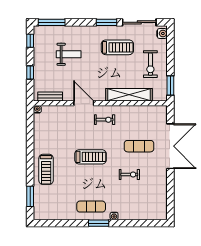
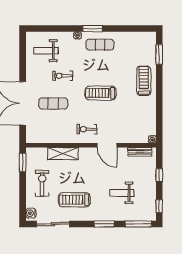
window: (107, 22) -> (104, 224), moved
shelving: (129, 95) -> (63, 153), width x0.68
weight bench: (146, 200) -> (46, 51), added

